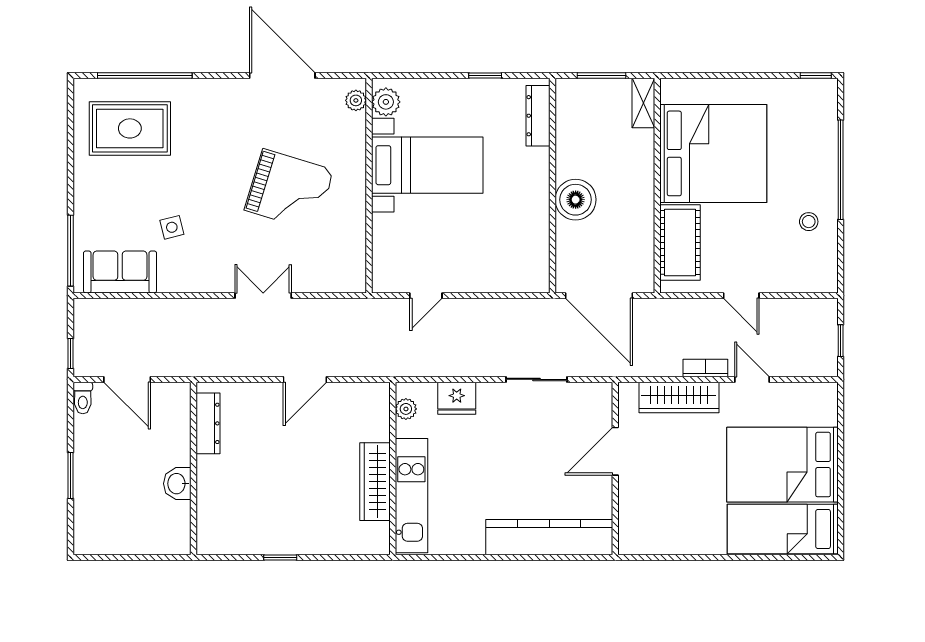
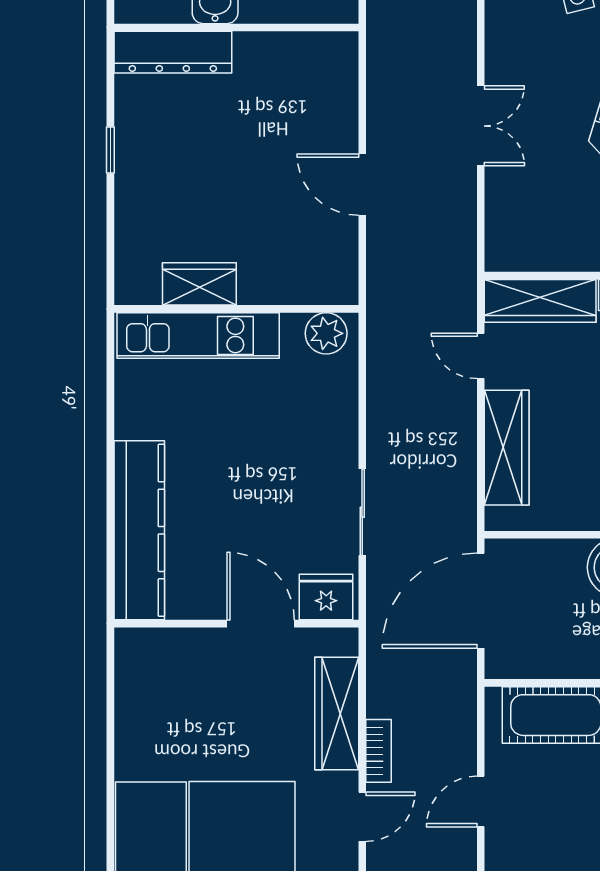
wardrobe: (387, 254) -> (540, 301), added
wardrobe: (491, 277) -> (507, 448), added
fridge: (457, 398) -> (326, 597), moved, turned 90
plant: (406, 409) -> (326, 333), width x1.38, depth x1.38
dresser: (208, 423) -> (173, 52), moved, width x1.37, depth x1.24
wardrobe: (375, 482) -> (199, 284), width x0.67

